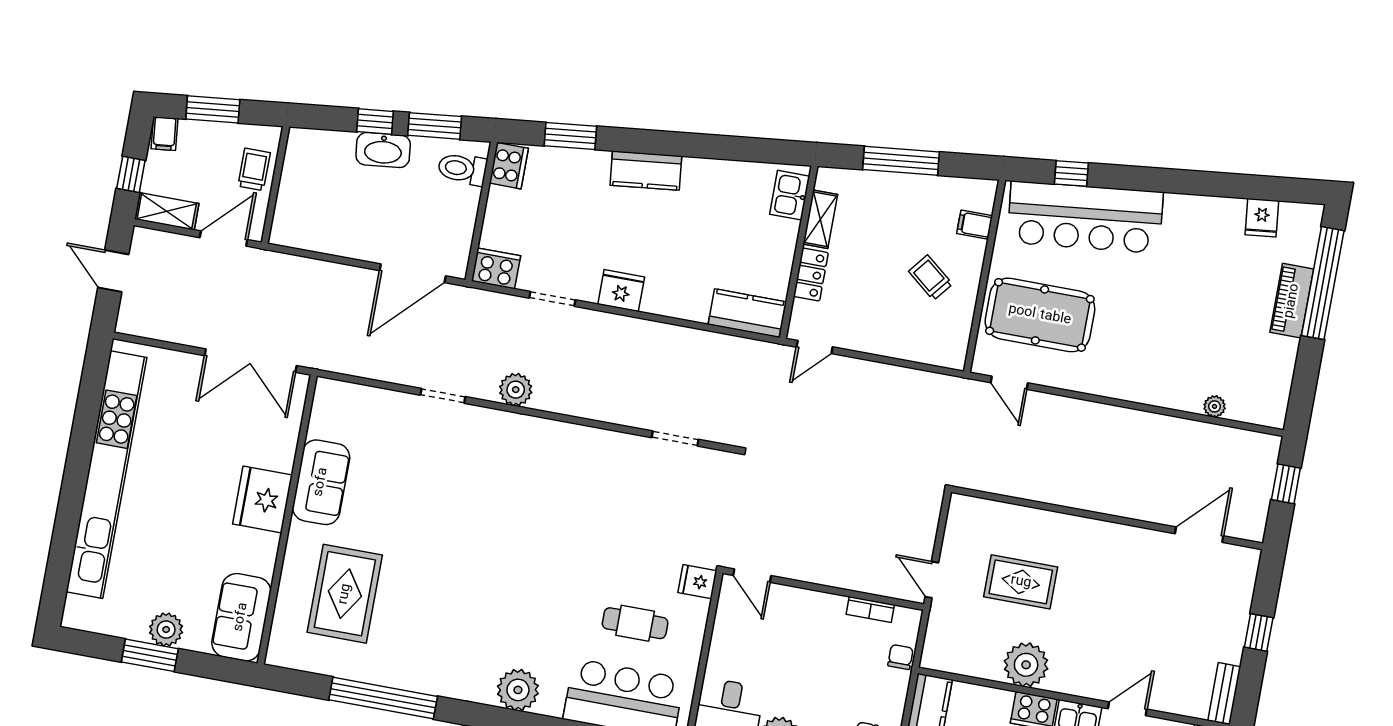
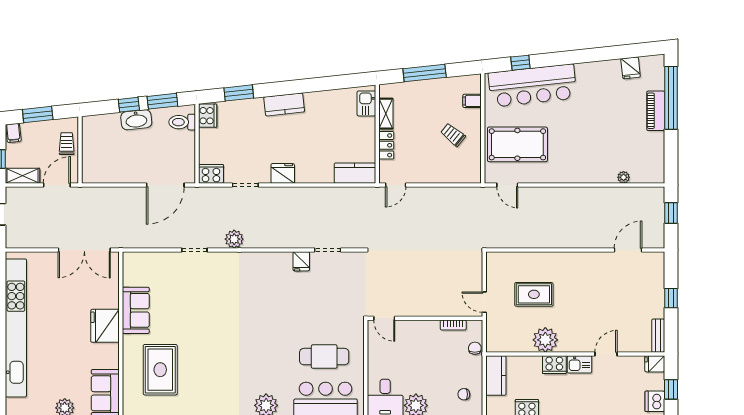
fridge: (697, 582) -> (301, 261), moved, turned -90
cafe table: (635, 623) -> (324, 357), width x1.37, depth x1.35

